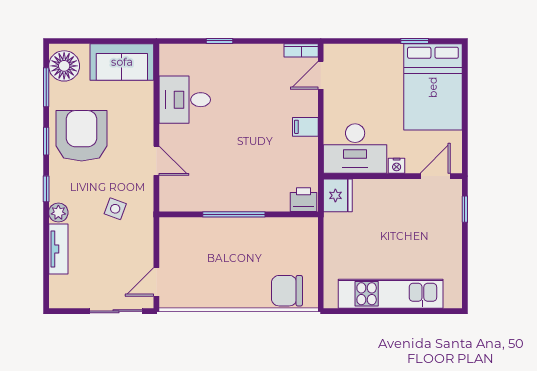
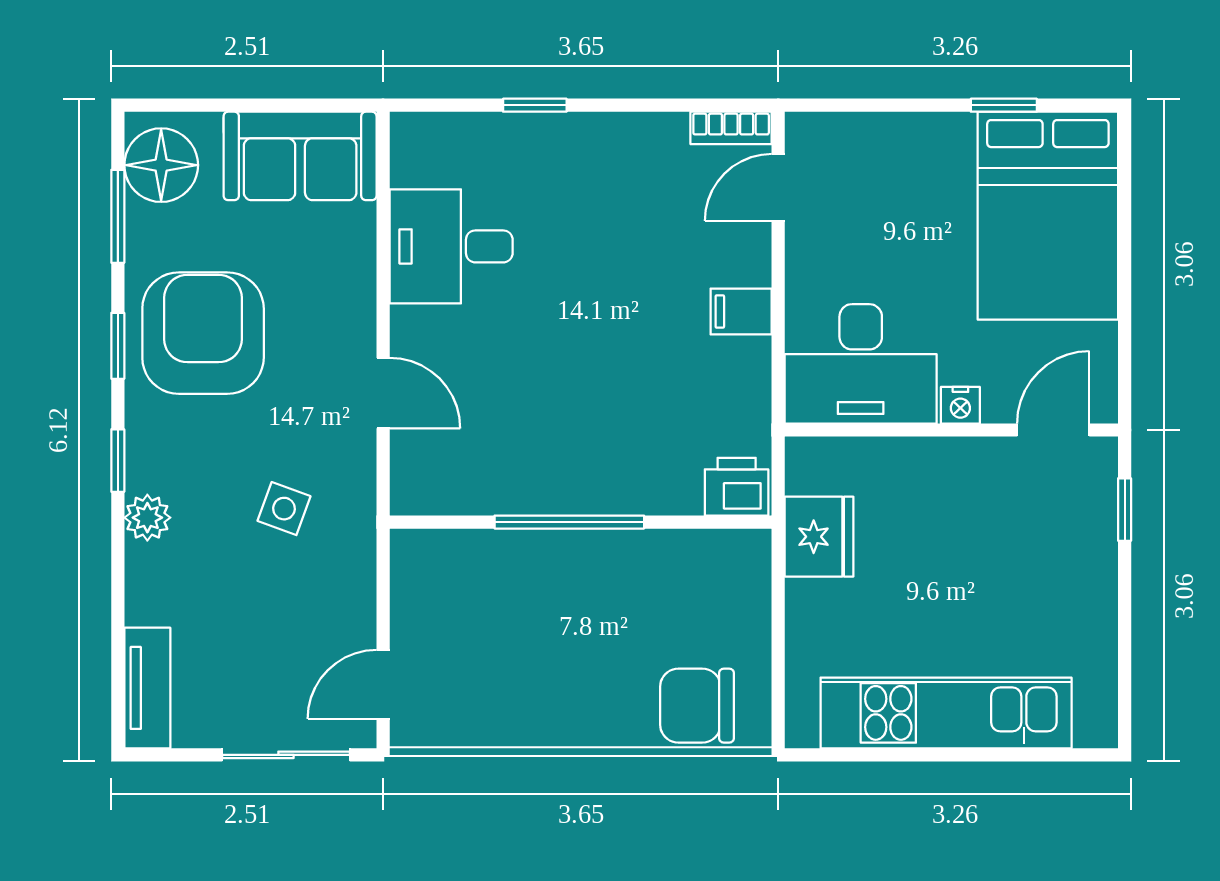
fridge: (338, 195) -> (819, 537), moved
tv unit: (58, 249) -> (147, 688), moved

